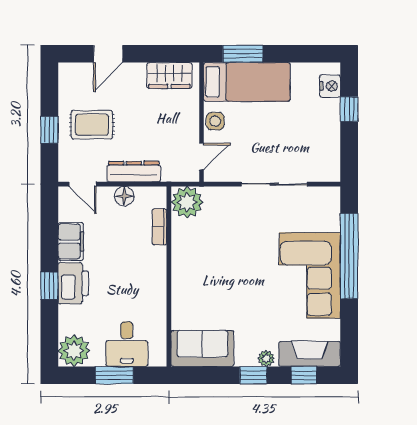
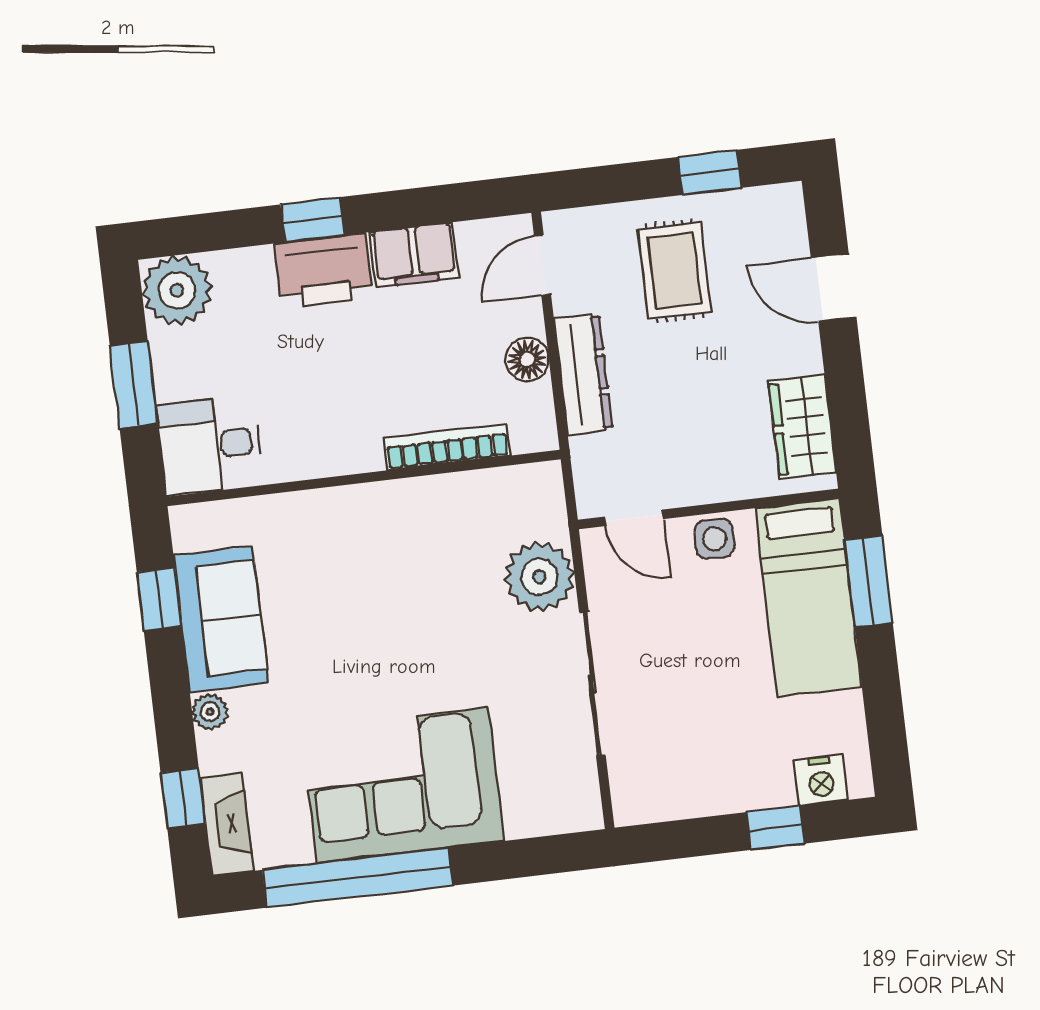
window: (49, 130) -> (710, 172), moved
plant: (187, 202) -> (540, 577), moved
bookcase: (159, 227) -> (447, 447), width x1.56
window: (349, 256) -> (358, 878), moved
desk: (127, 344) -> (210, 445), moved
sofa: (202, 348) -> (221, 619), moved
fireplace: (310, 354) -> (227, 824), width x0.73, depth x0.76
window: (253, 375) -> (159, 599), moved

